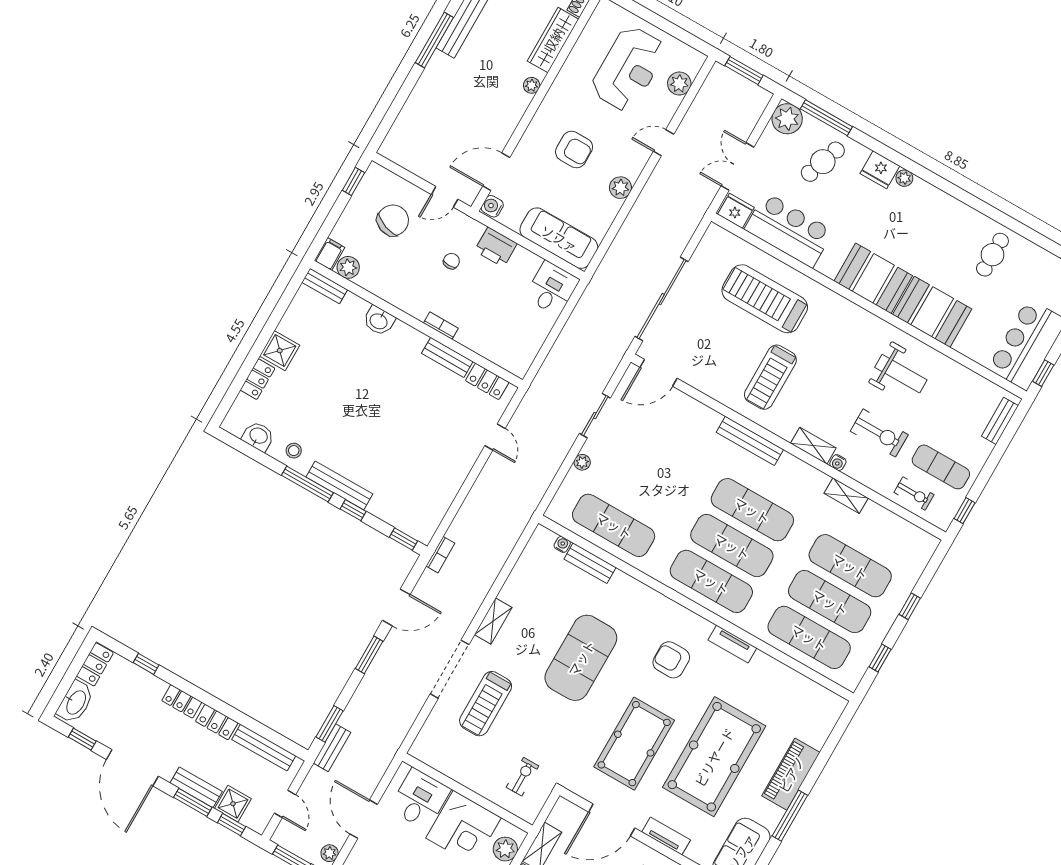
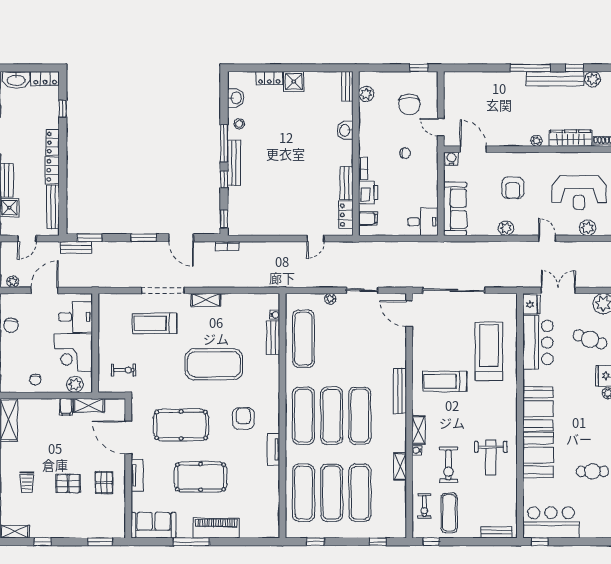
chair: (393, 220) -> (409, 104), turned 70
printer: (496, 247) -> (368, 193), moved, turned 180
filing cabinet: (330, 254) -> (368, 219), moved
window: (910, 606) -> (378, 542), moved
pool table: (714, 757) -> (201, 477), width x0.73, depth x0.76

